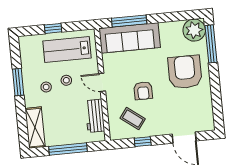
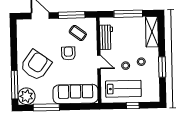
window: (129, 21) -> (46, 107), moved
armchair: (185, 72) -> (36, 65), turned -144
window: (143, 142) -> (72, 15), width x2.17

